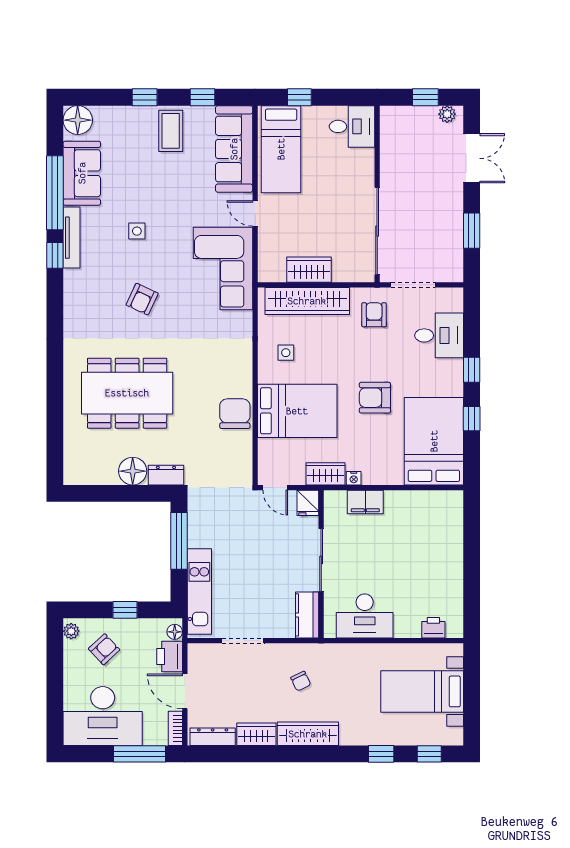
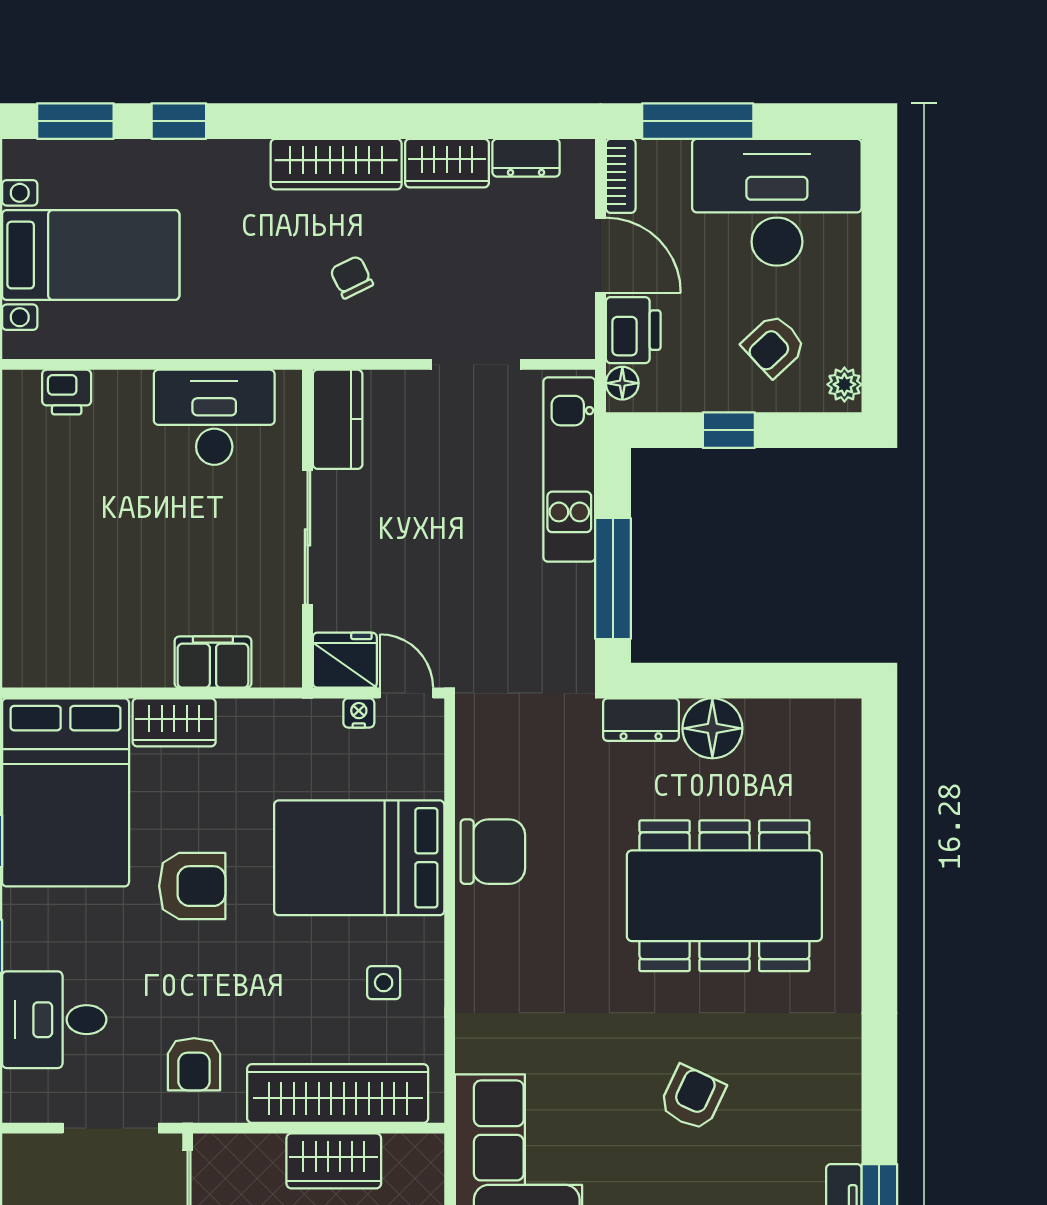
chair: (235, 414) -> (493, 852), turned -90
wardrobe: (326, 474) -> (174, 722), moved
nightstand: (354, 478) -> (359, 713), moved
fridge: (308, 503) -> (345, 660), width x1.38
dresser: (213, 737) -> (526, 158), width x0.70
window: (429, 754) -> (75, 121), width x1.50

